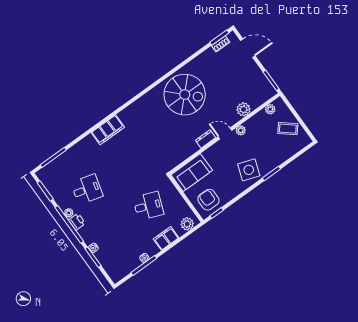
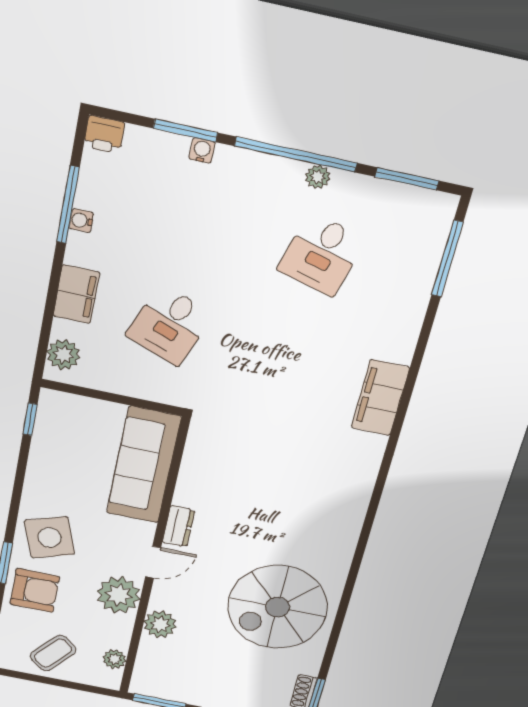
spiral stairs: (185, 95) -> (277, 607), moved
plant: (241, 130) -> (119, 595), width x1.87, depth x1.87
side table: (249, 170) -> (50, 537), turned -38
sofa: (192, 173) -> (144, 465), width x1.36
armchair: (208, 200) -> (35, 590), moved
printer: (77, 222) -> (104, 134), moved

